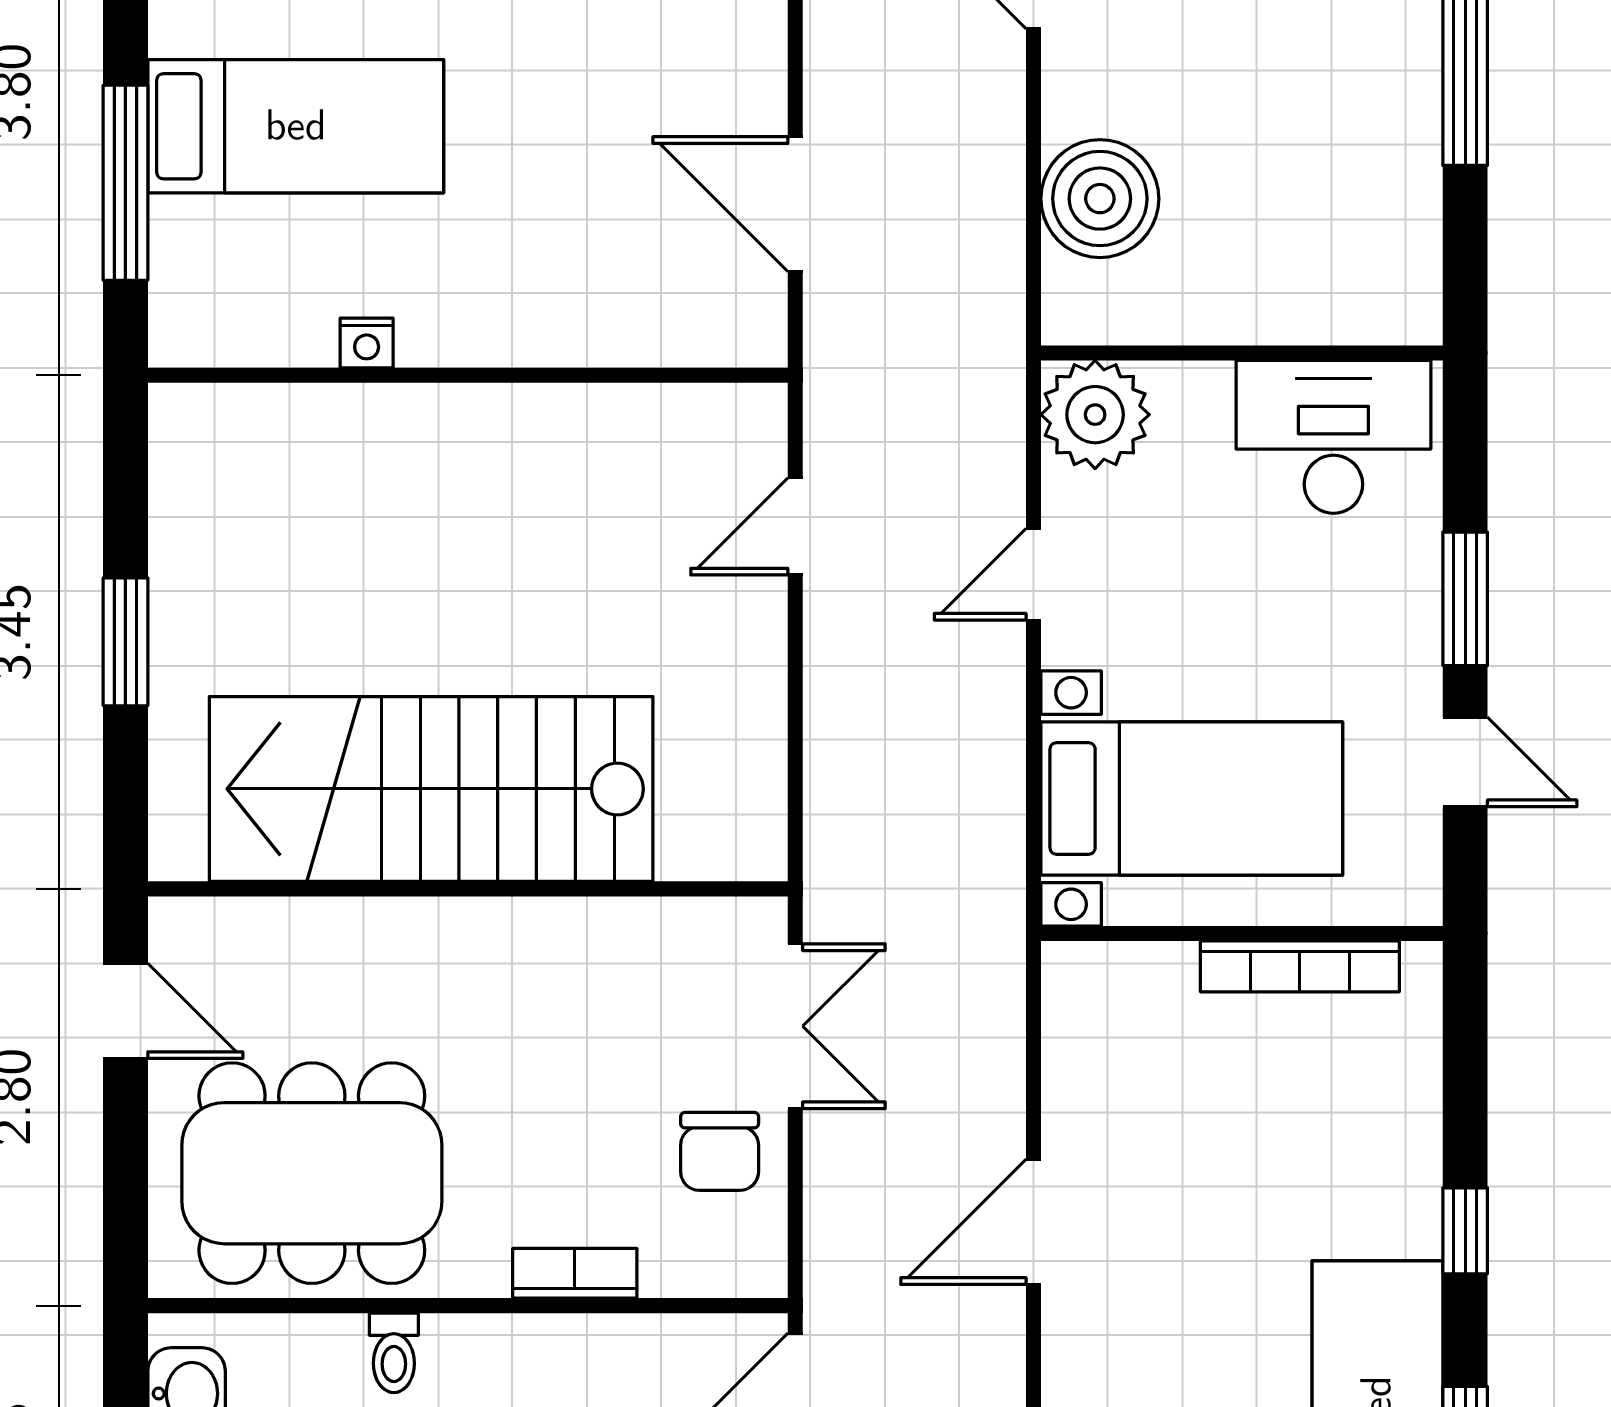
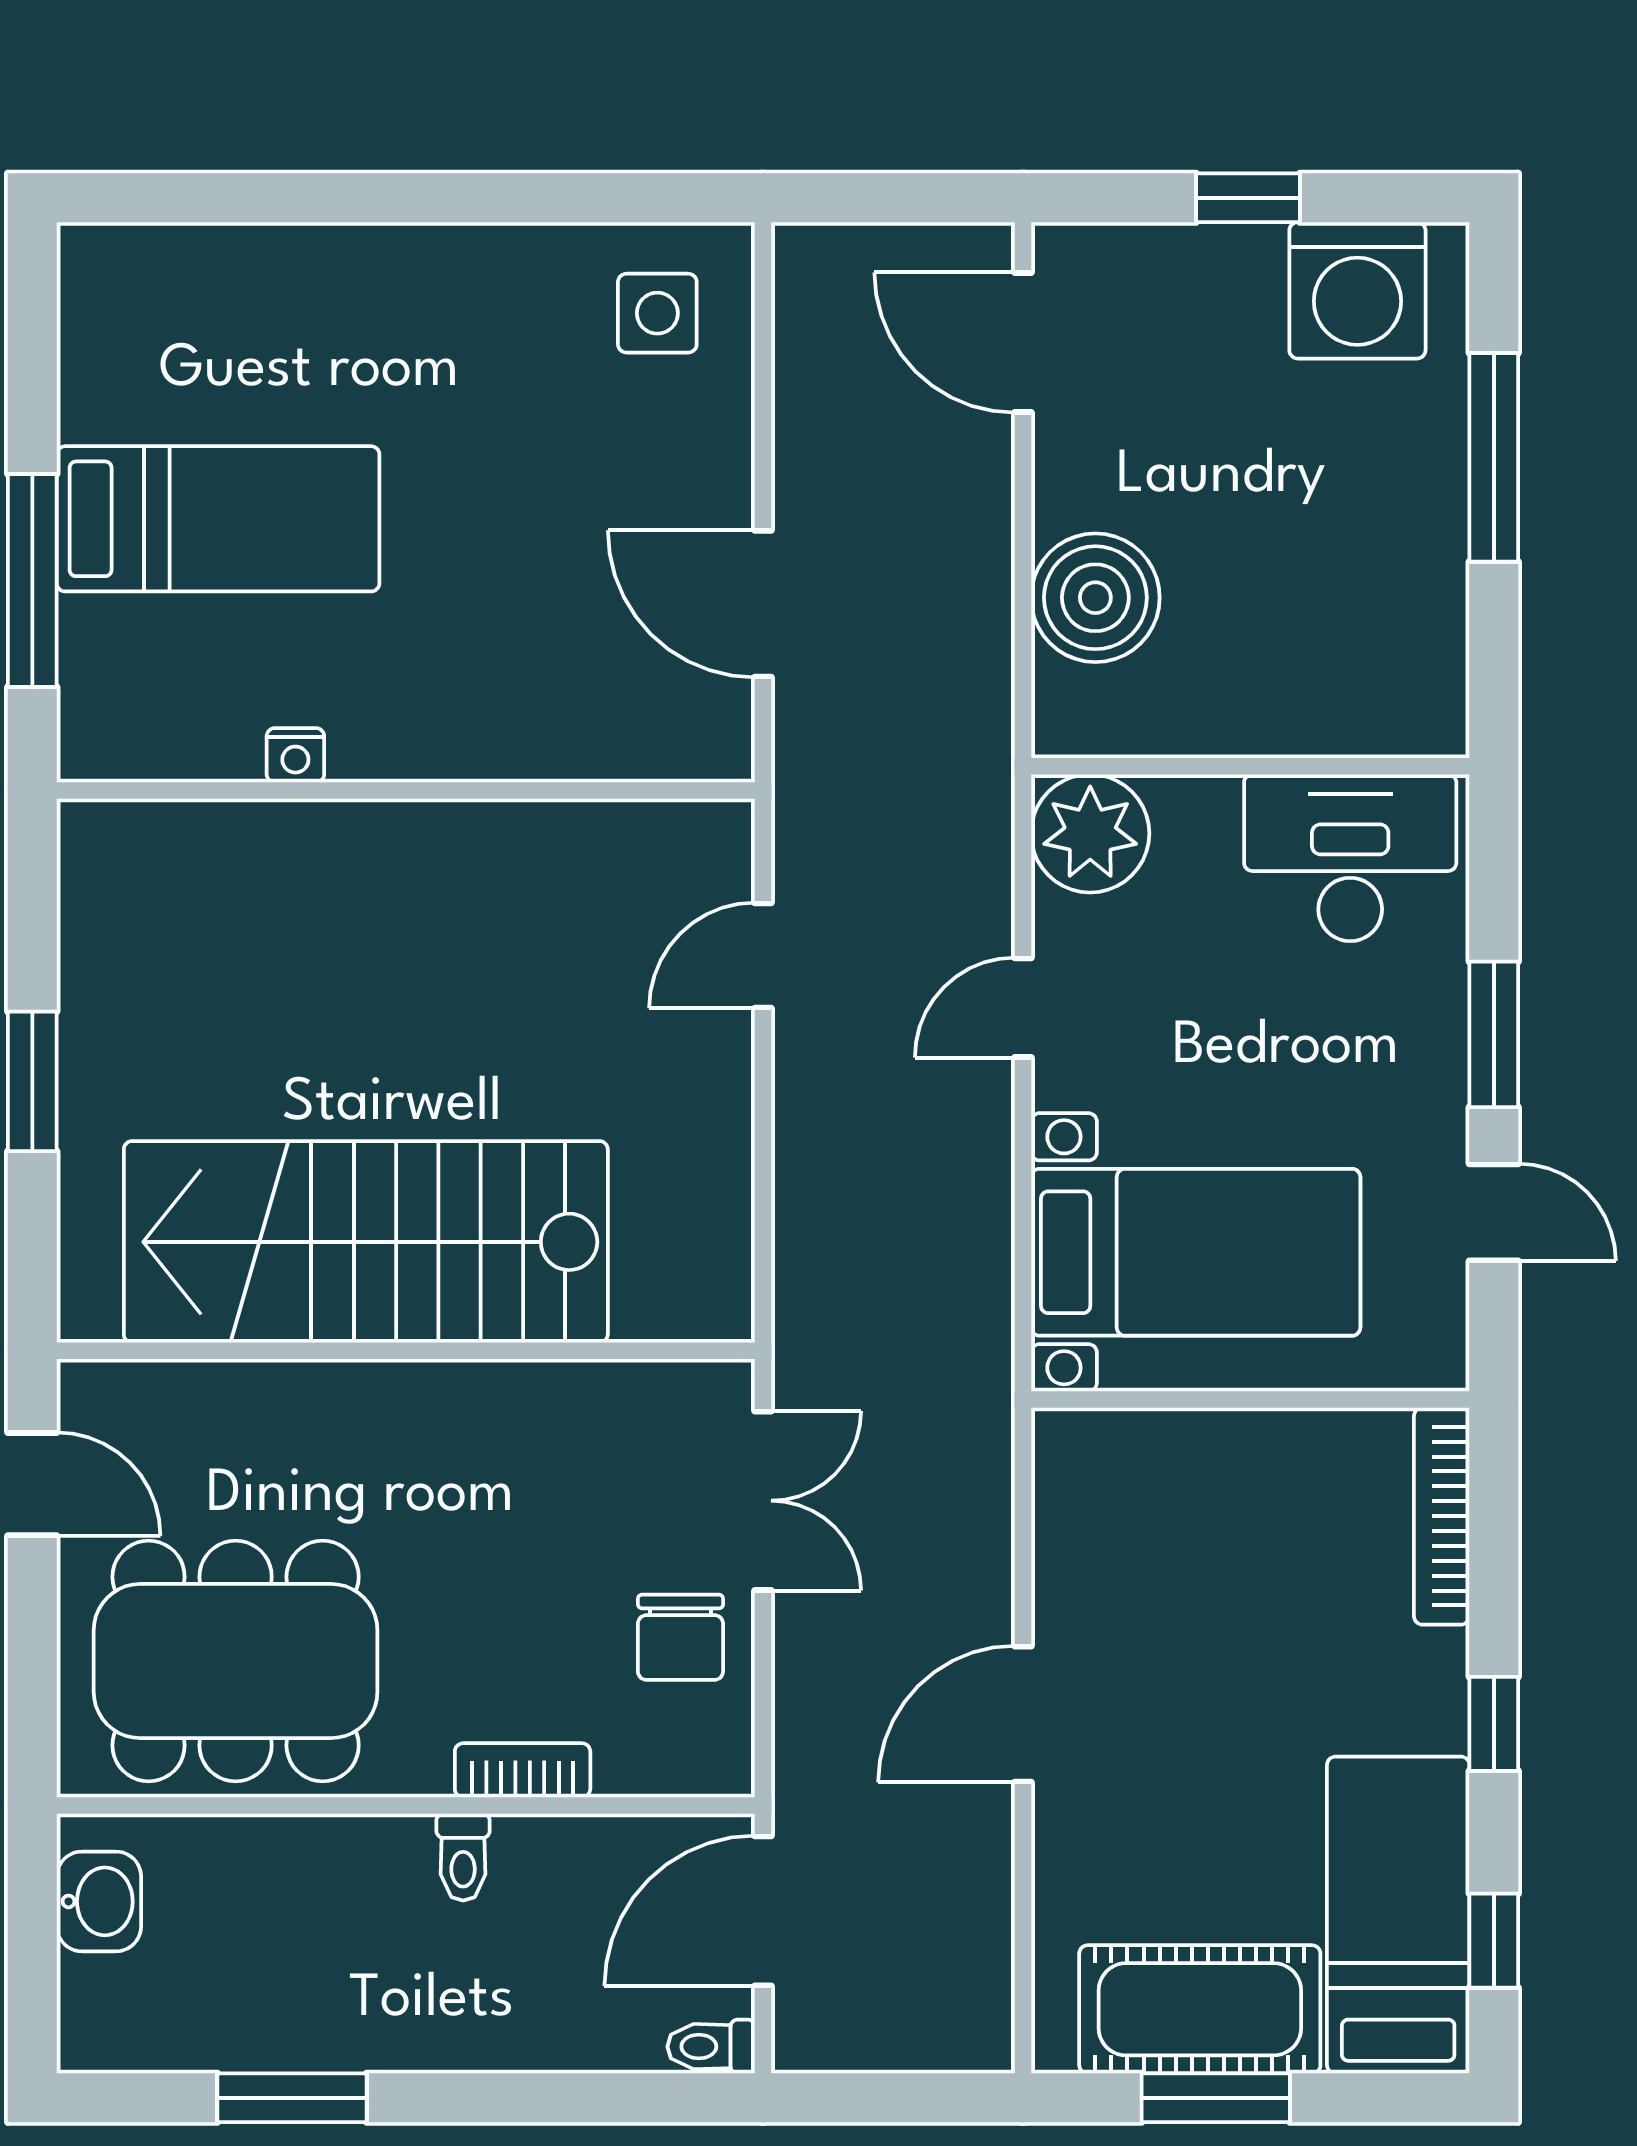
bookcase: (1300, 966) -> (1442, 1516), moved, turned 90
toilet: (394, 1353) -> (463, 1857), moved

